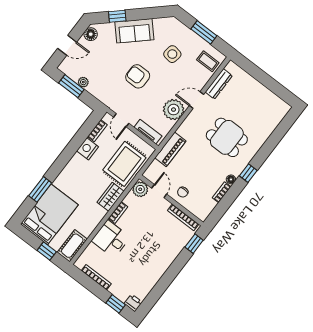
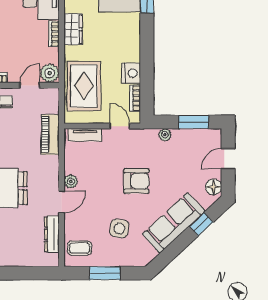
sofa: (134, 31) -> (174, 223), width x1.36
plant: (83, 82) -> (165, 135), moved
plant: (174, 110) -> (71, 181), width x0.53, depth x0.53
door: (159, 191) -> (30, 85), swing flipped
wardrobe: (111, 197) -> (73, 29), moved

